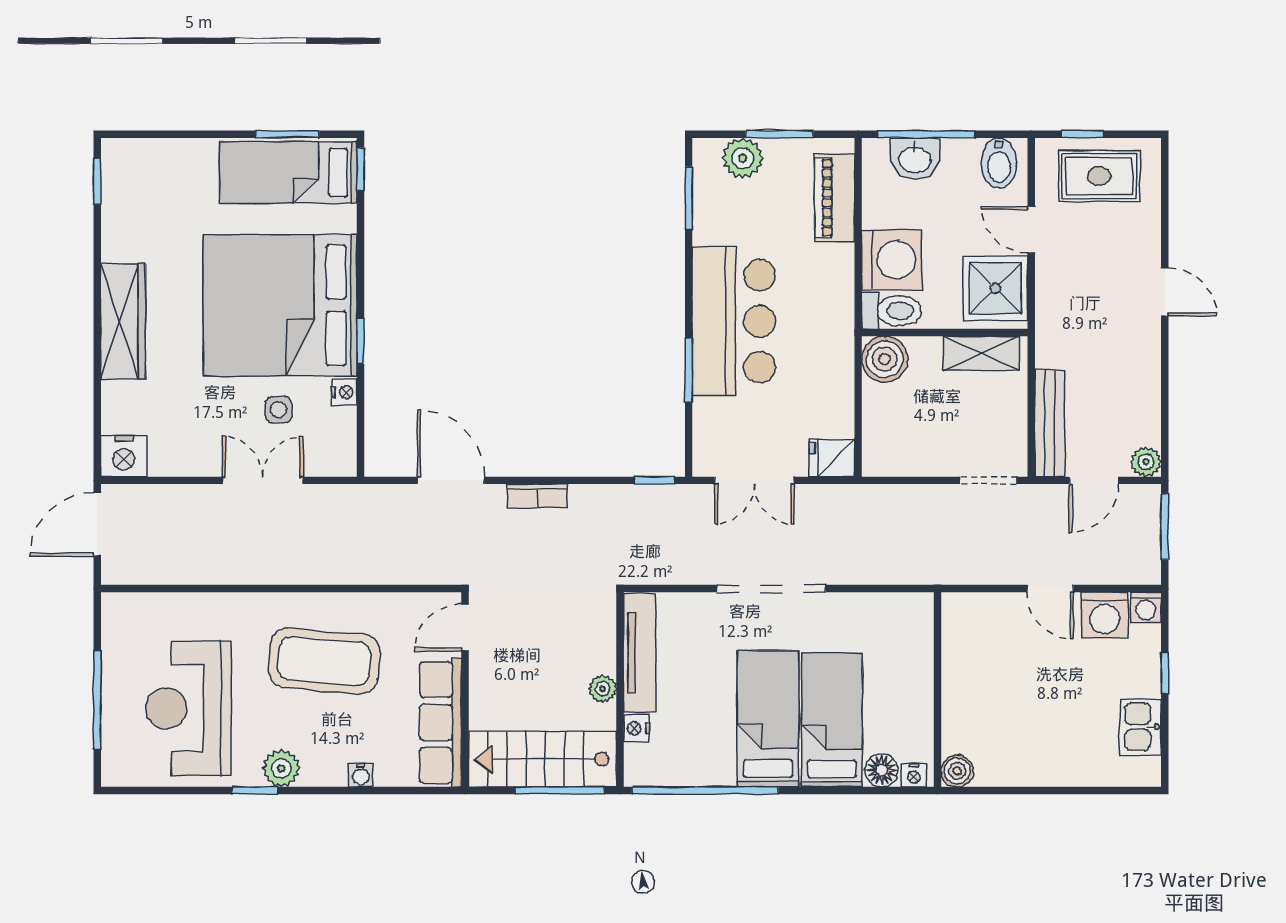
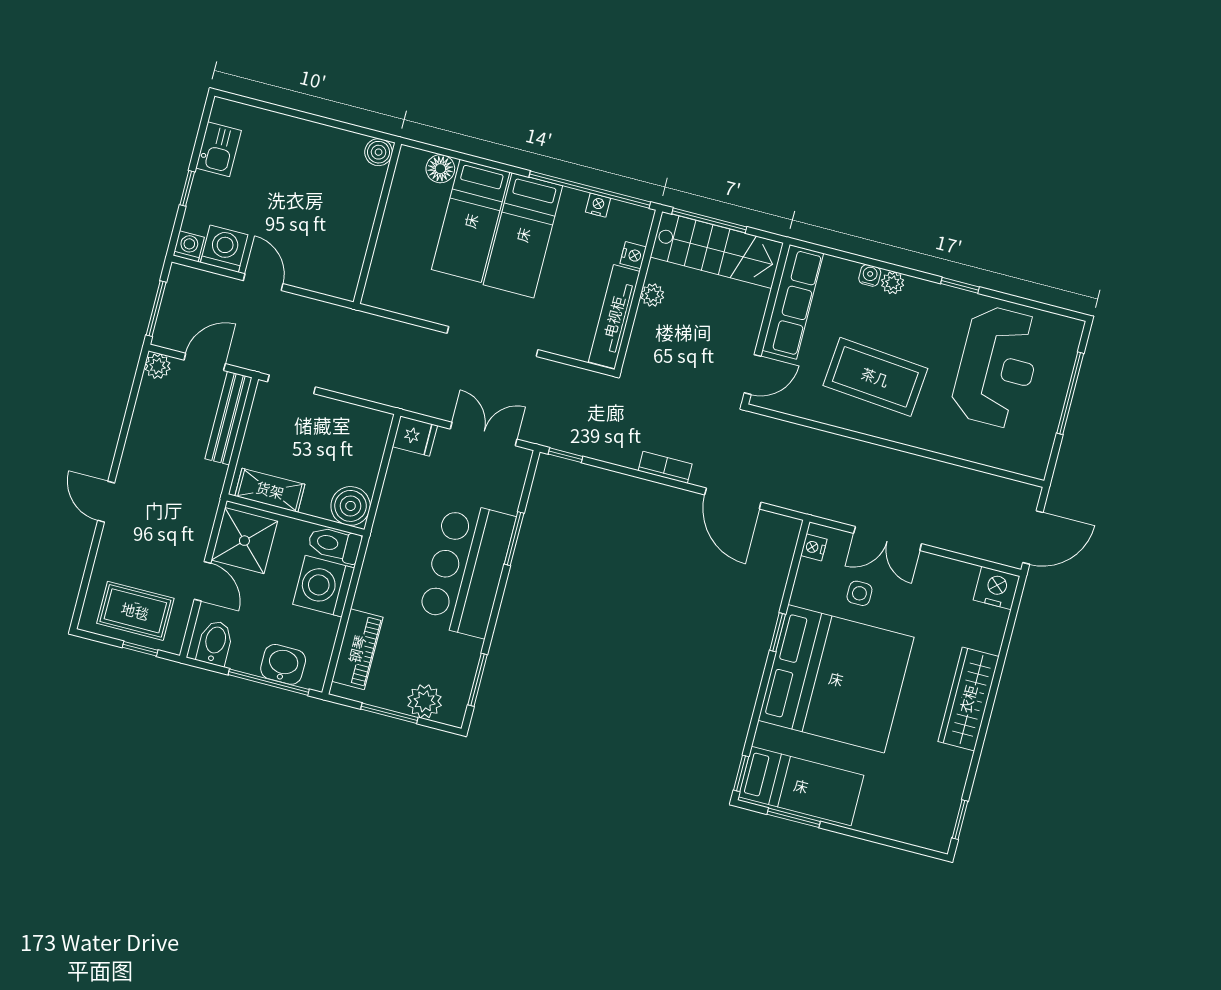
nightstand: (344, 392) -> (814, 547), moved
plant: (281, 768) -> (893, 283), moved, width x0.73, depth x0.73
nightstand: (914, 775) -> (598, 205), moved

